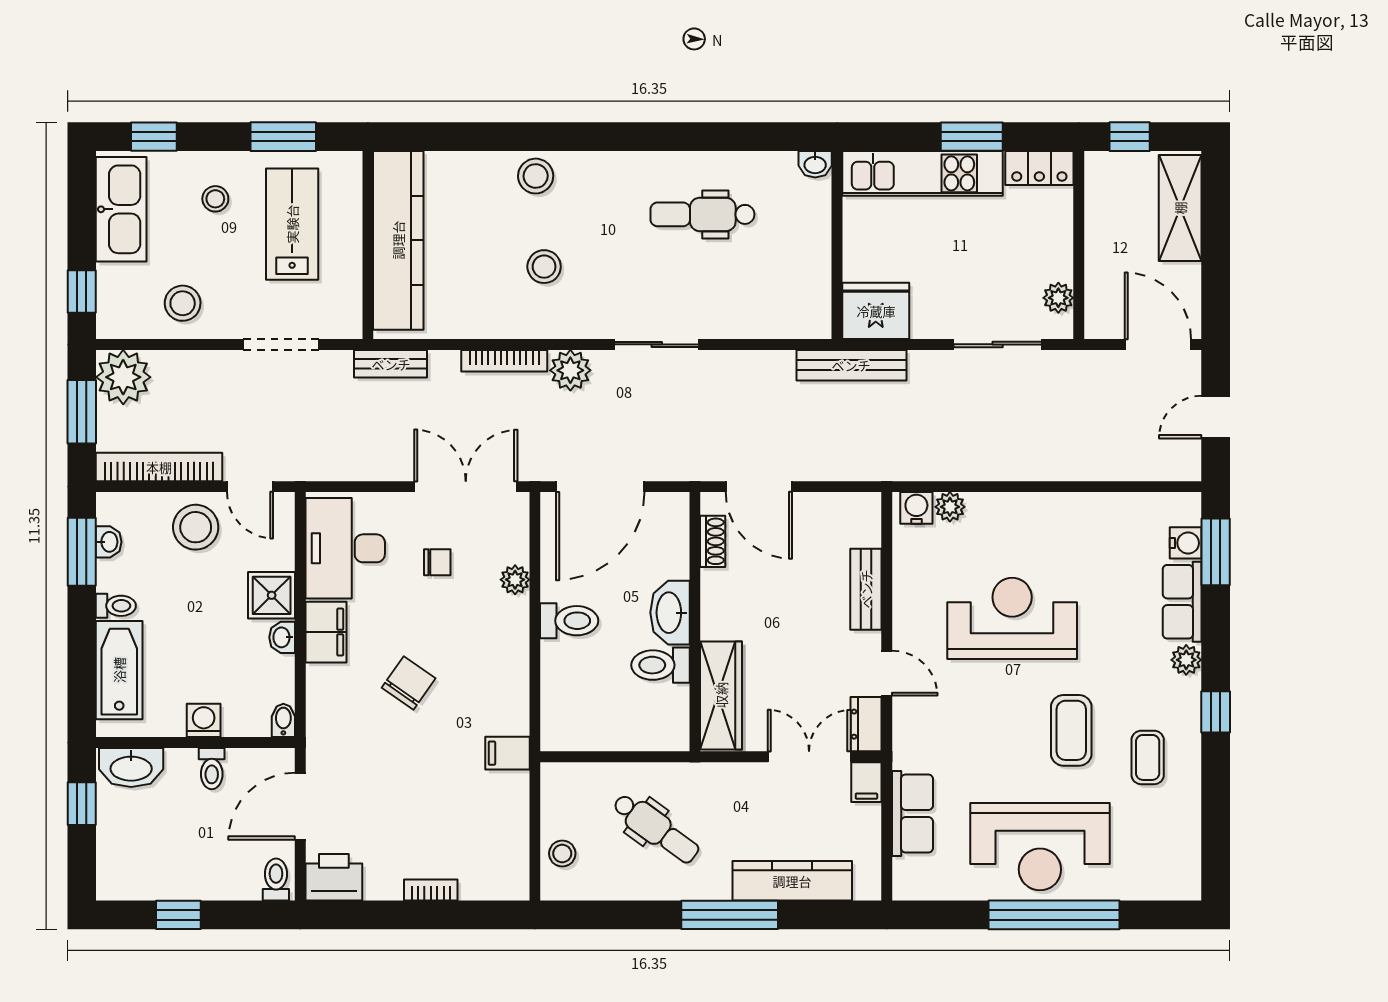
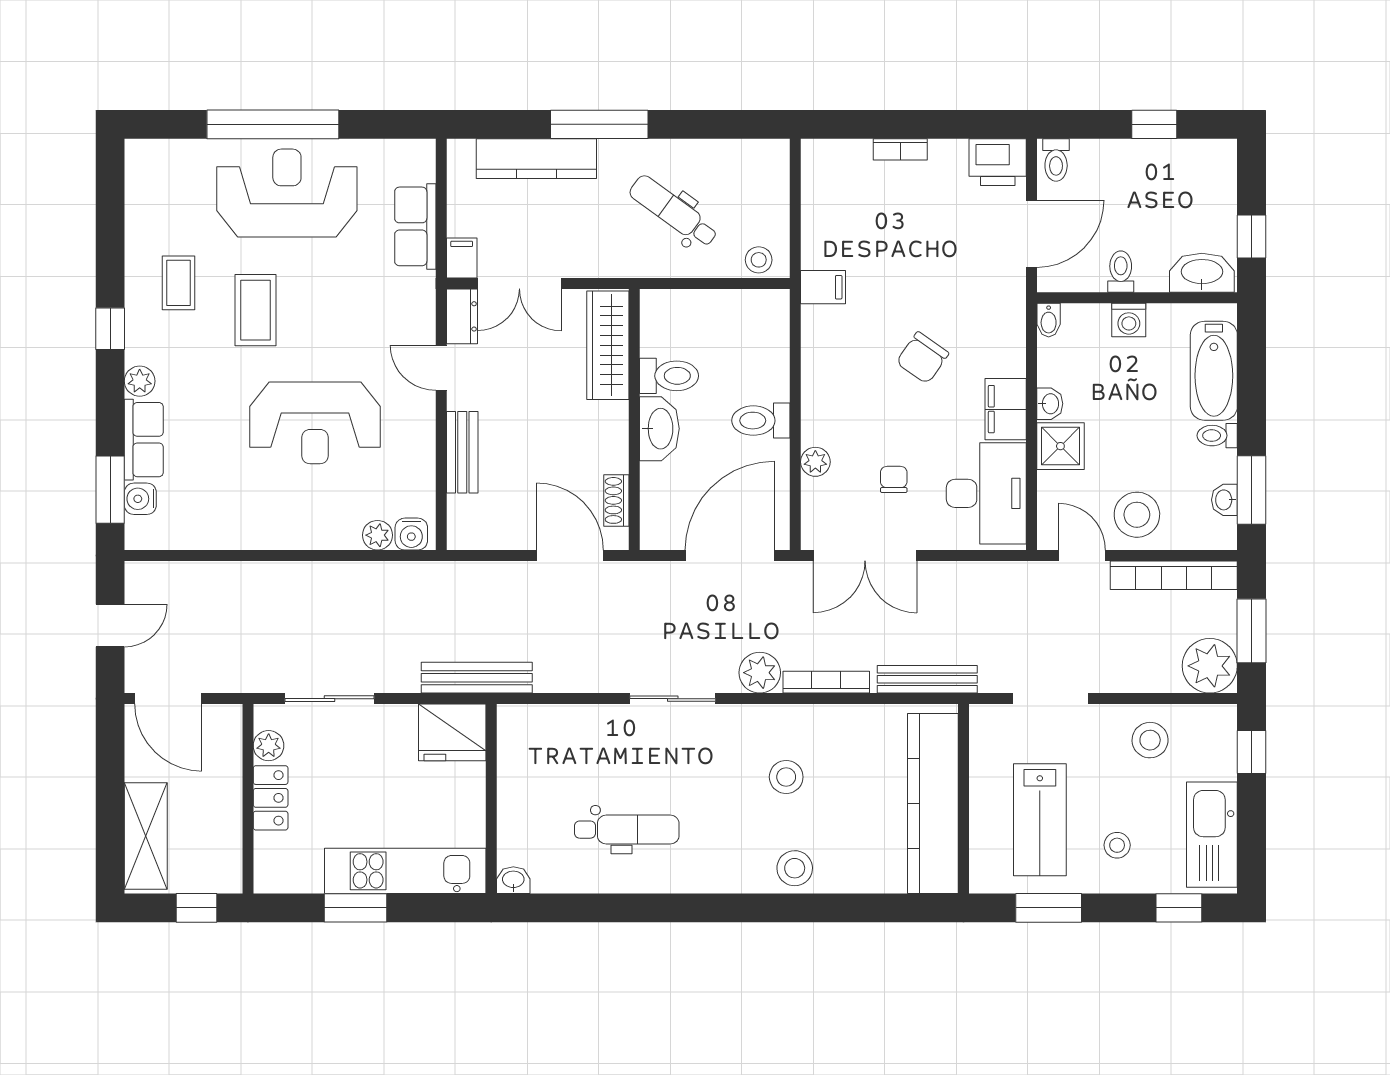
locker: (1039, 168) -> (271, 798), moved, turned 90
bench: (391, 364) -> (927, 679), width x1.36
chair: (437, 562) -> (894, 479), turned 90
stool: (562, 853) -> (759, 260), moved

